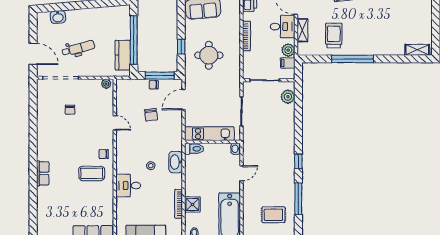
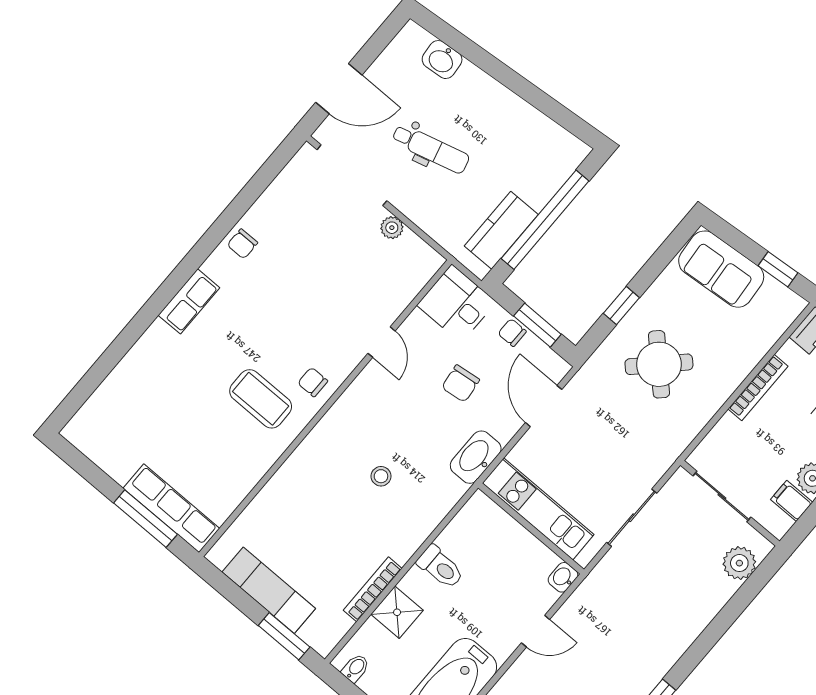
door: (33, 54) -> (339, 89), hinge flipped
round table: (209, 55) -> (659, 364), turned 45
window: (160, 76) -> (537, 325), width x0.69
plant: (106, 84) -> (392, 228), moved
door: (183, 100) -> (544, 406), hinge flipped
chair: (70, 110) -> (242, 244), moved
toilet: (194, 149) -> (440, 567), moved
washbasin: (176, 162) -> (476, 457), moved
row of seats: (43, 173) -> (189, 301), moved
desk: (128, 186) -> (457, 304), moved

